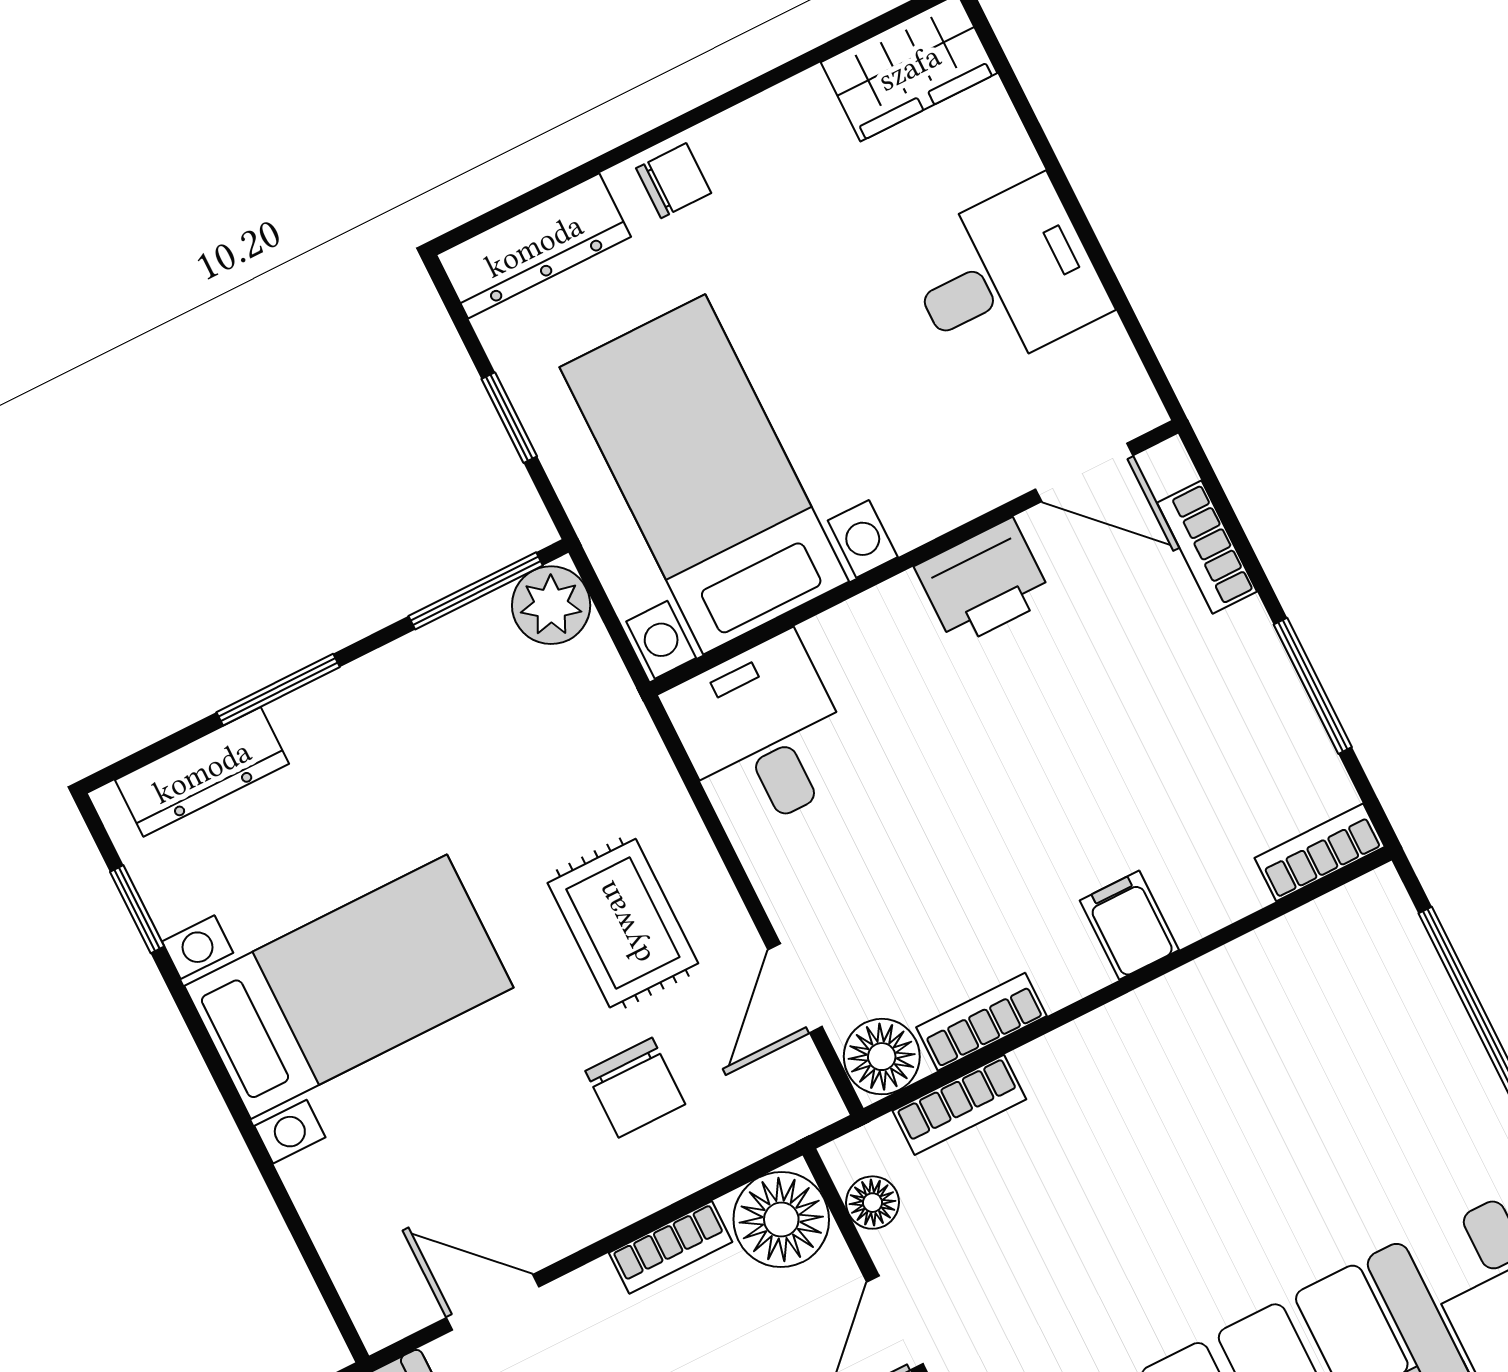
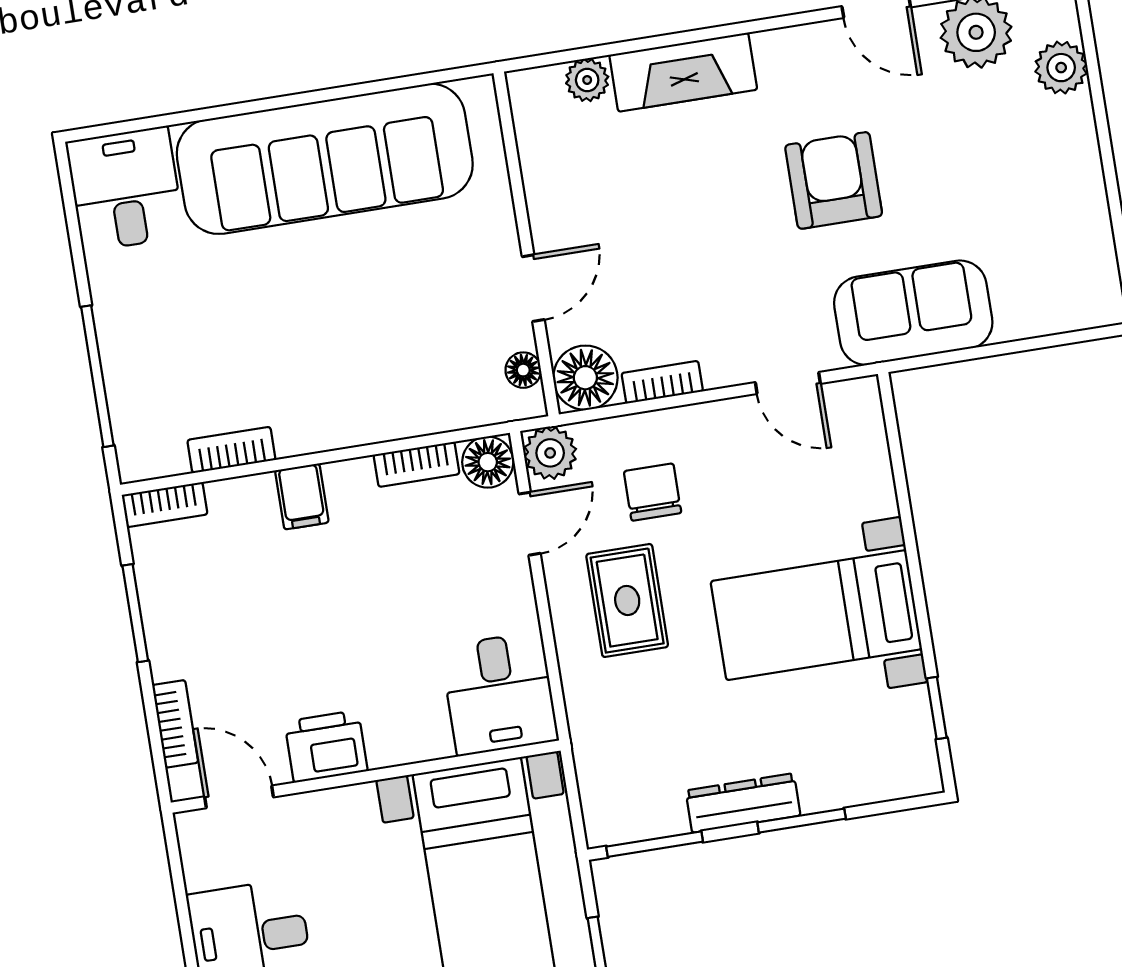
plant: (551, 605) -> (550, 453), moved
dresser: (202, 772) -> (743, 803), moved
bookcase: (959, 1105) -> (231, 450), moved

